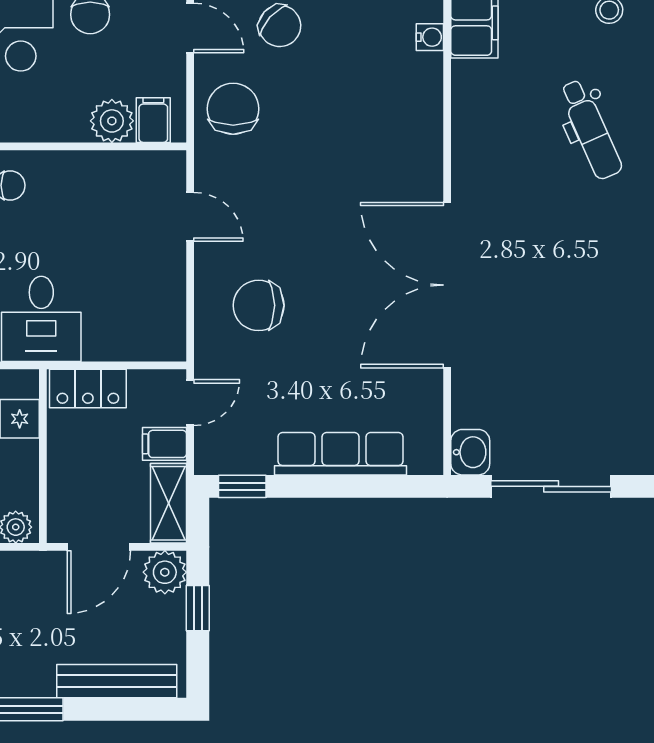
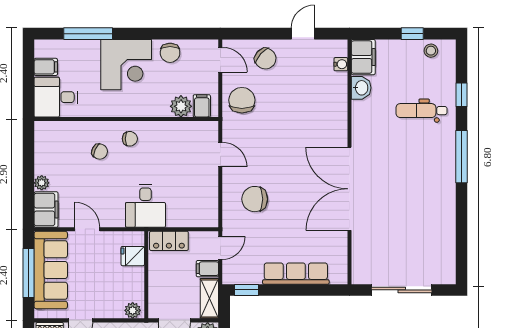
dental chair: (591, 129) -> (422, 111), turned 114
washbasin: (470, 452) -> (361, 88), moved

